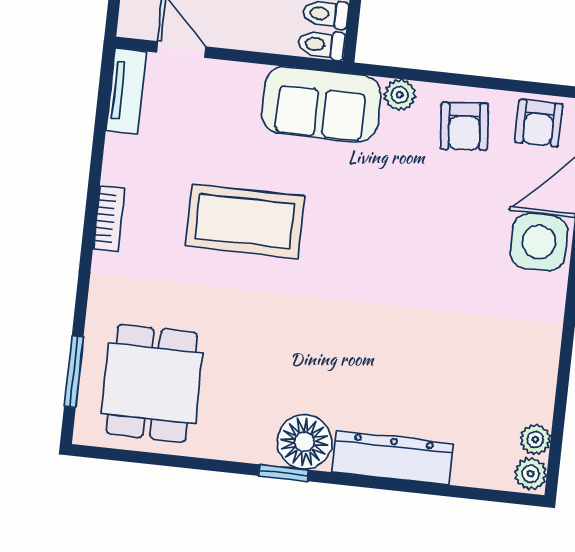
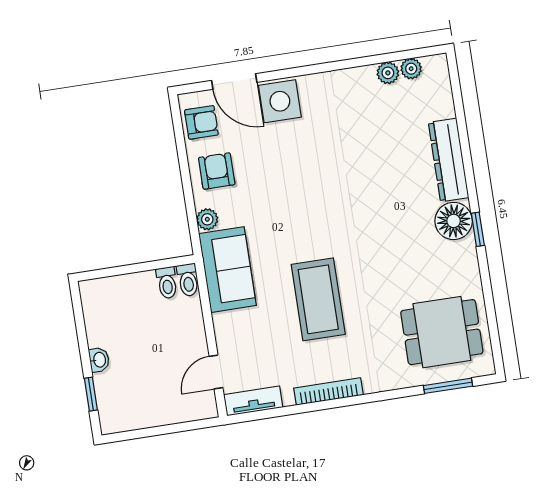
armchair: (464, 126) -> (217, 171), turned -85
bookcase: (109, 218) -> (328, 392), width x1.56
plant: (531, 474) -> (388, 73), moved

